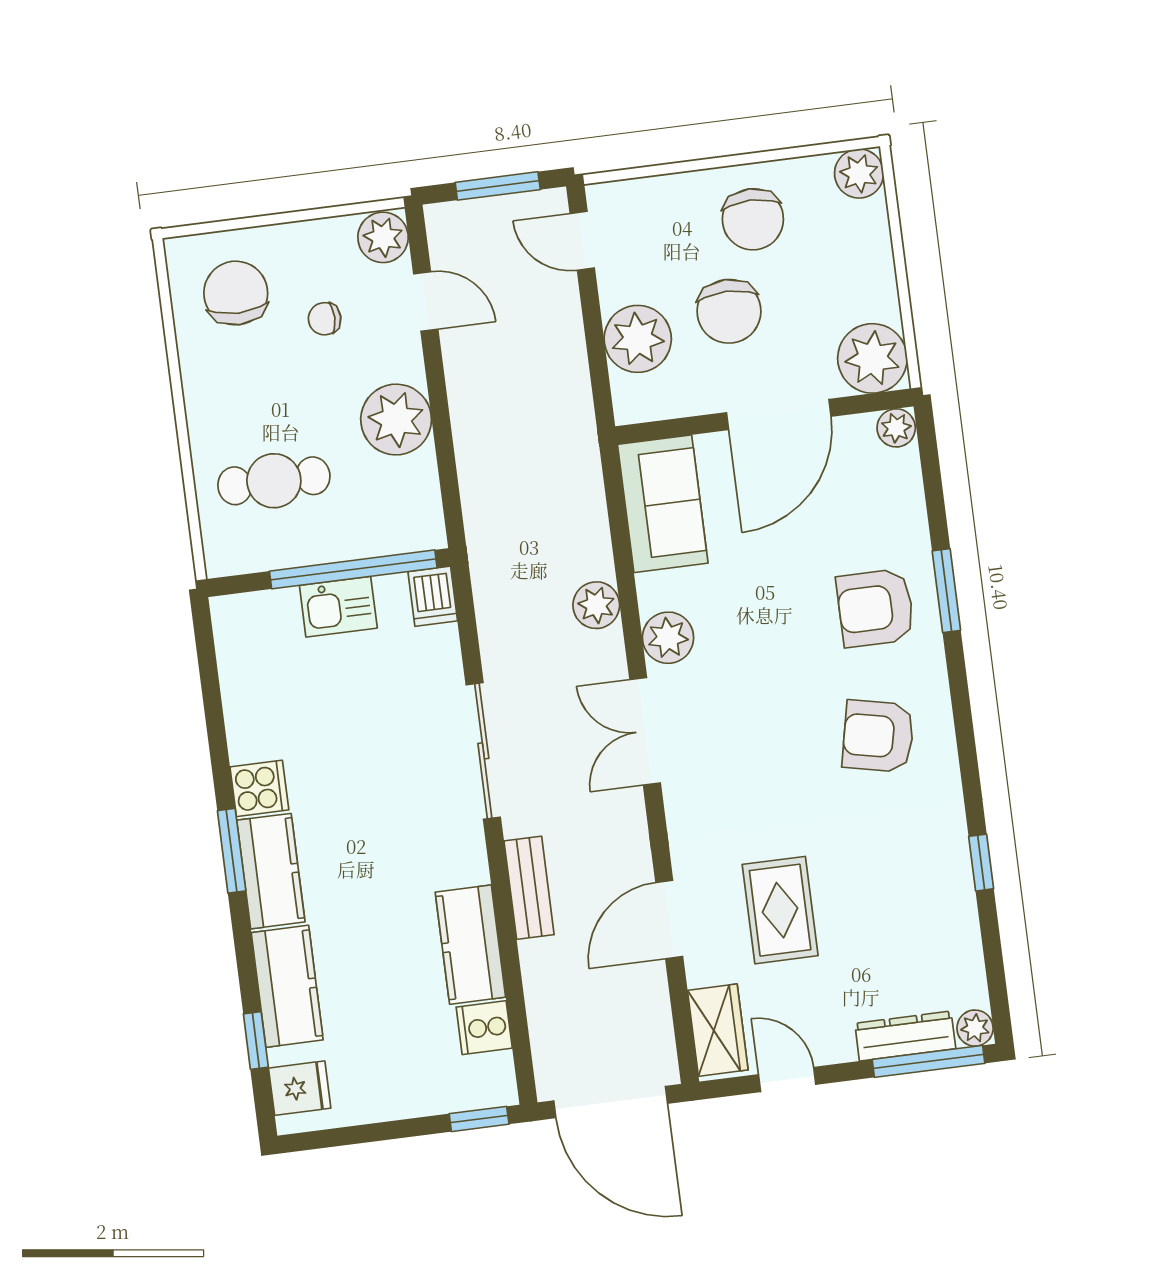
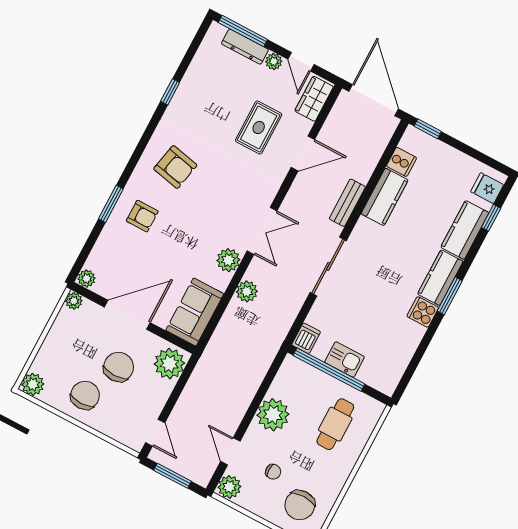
plant: (638, 339) -> (169, 364), moved
plant: (872, 358) -> (74, 301), width x0.53, depth x0.53
cafe table: (274, 481) -> (335, 424), turned 90
armchair: (875, 608) -> (142, 216), width x0.72, depth x0.72
plant: (975, 1028) -> (274, 61), moved

